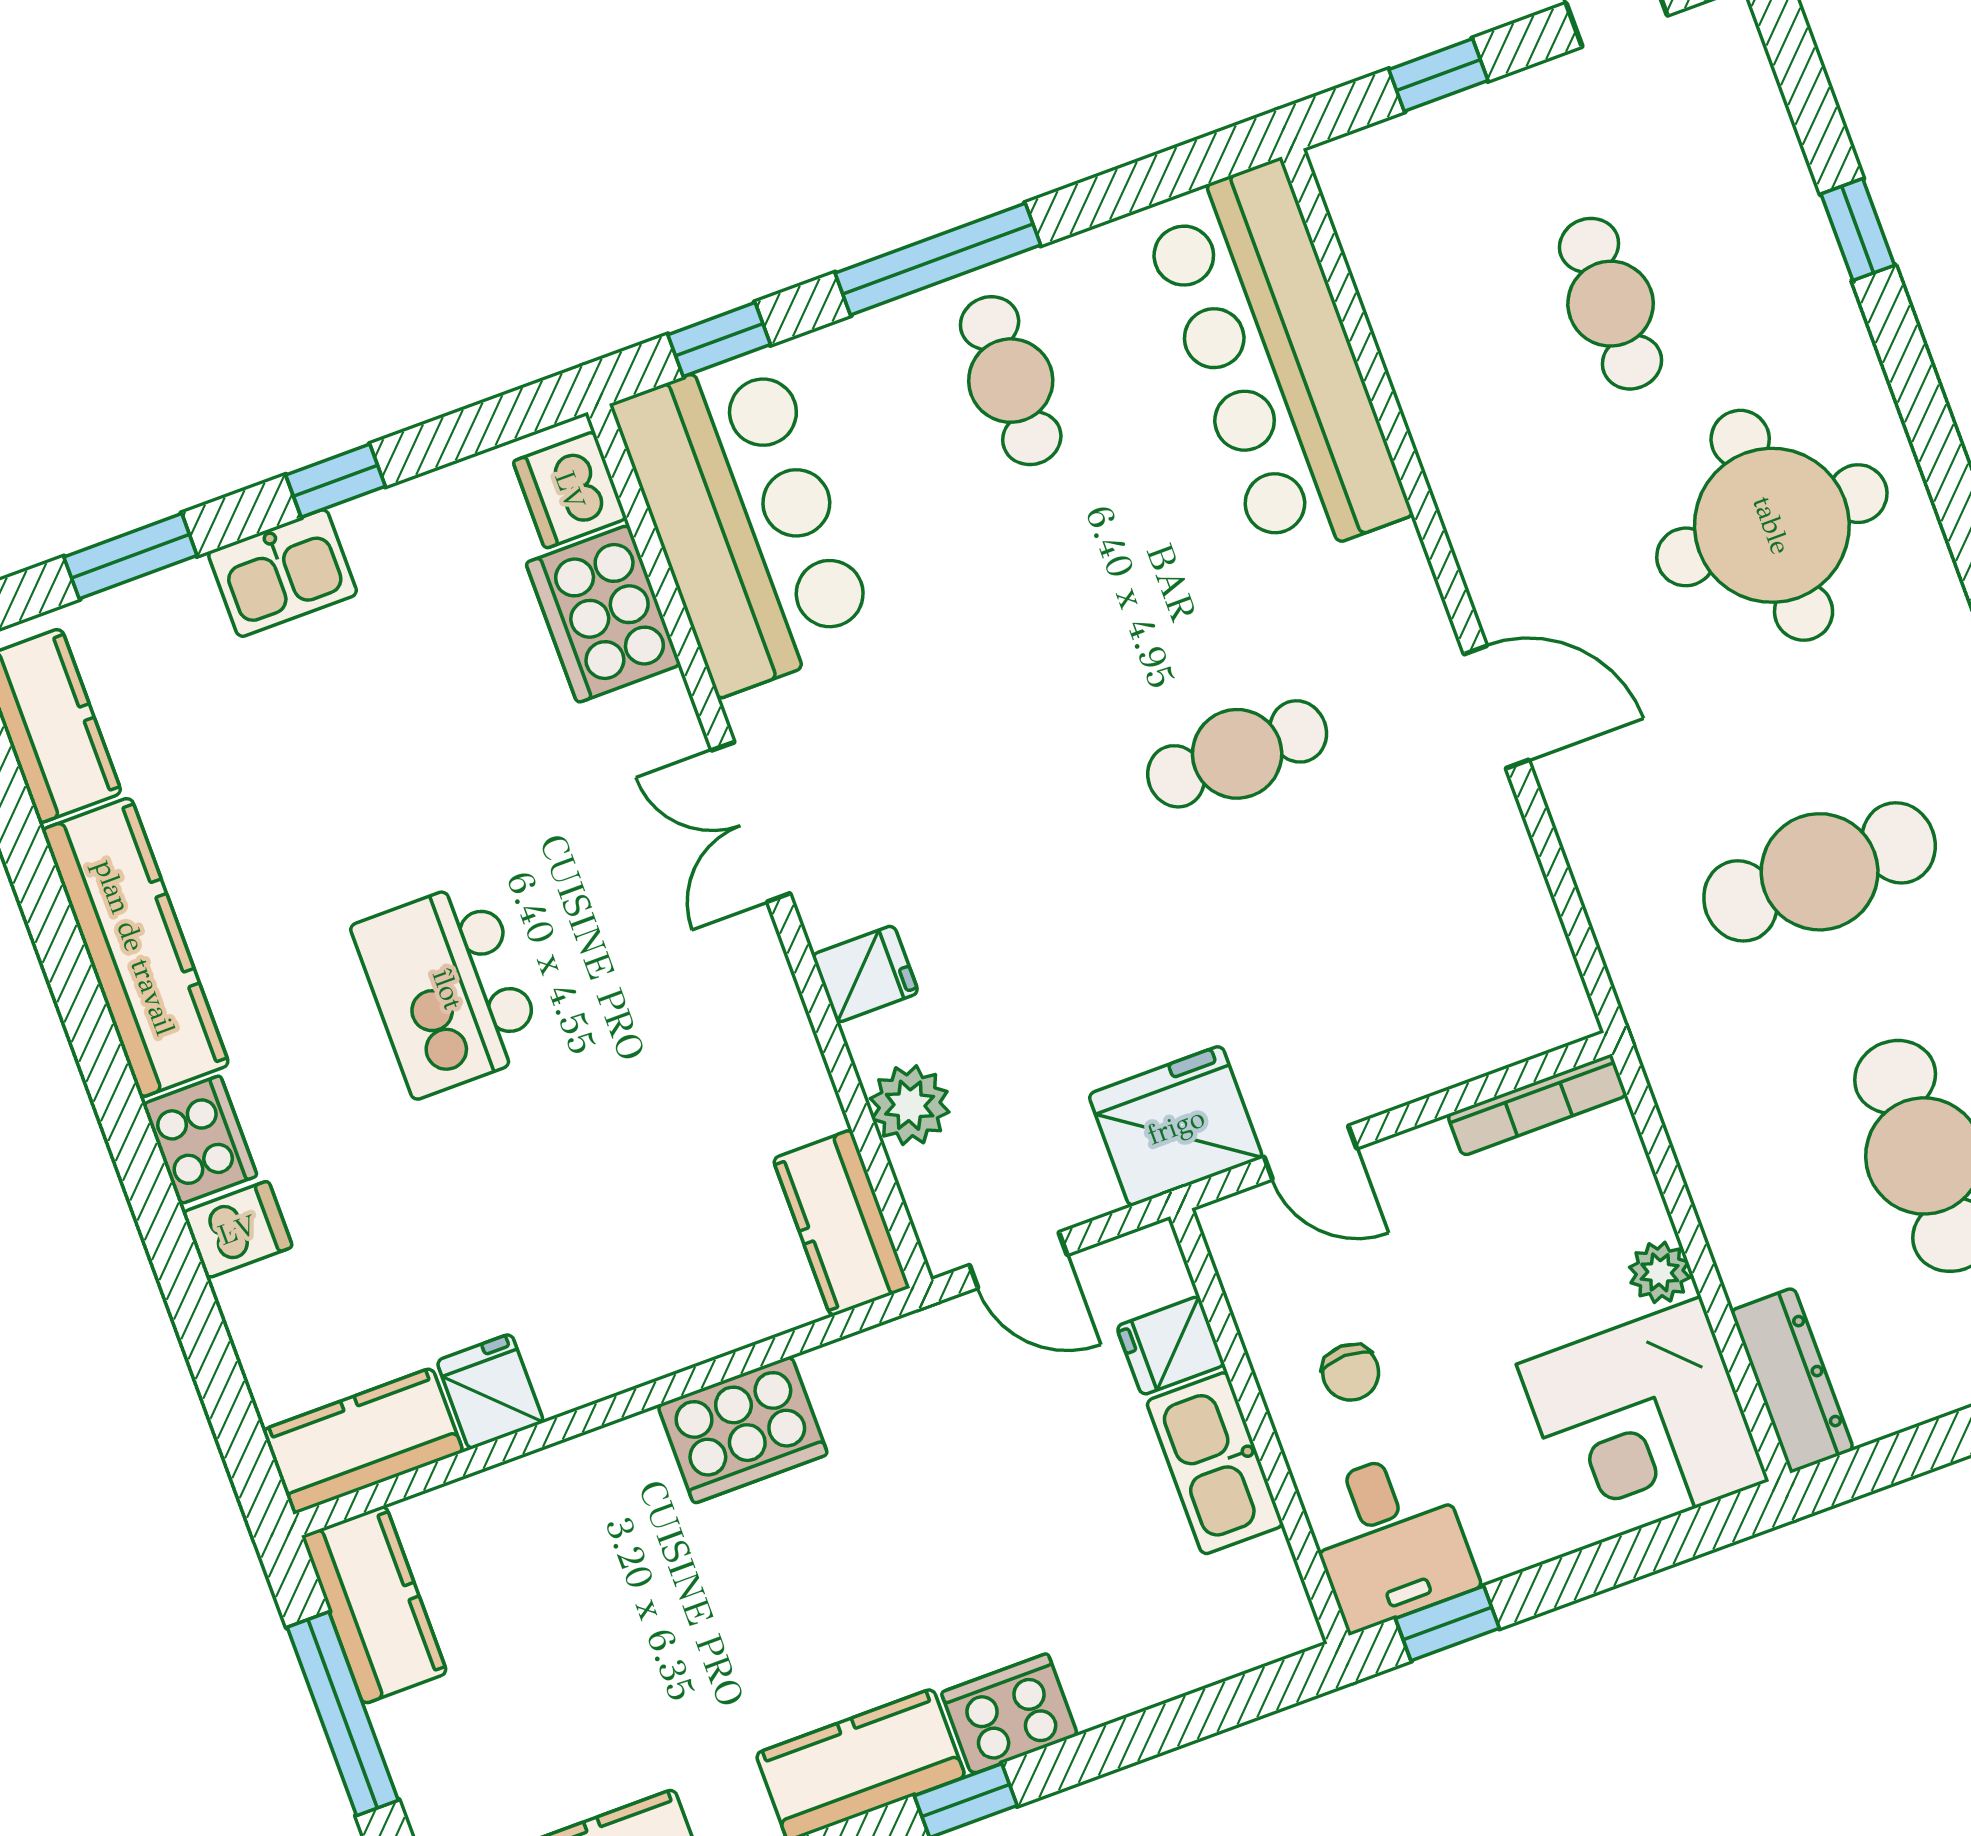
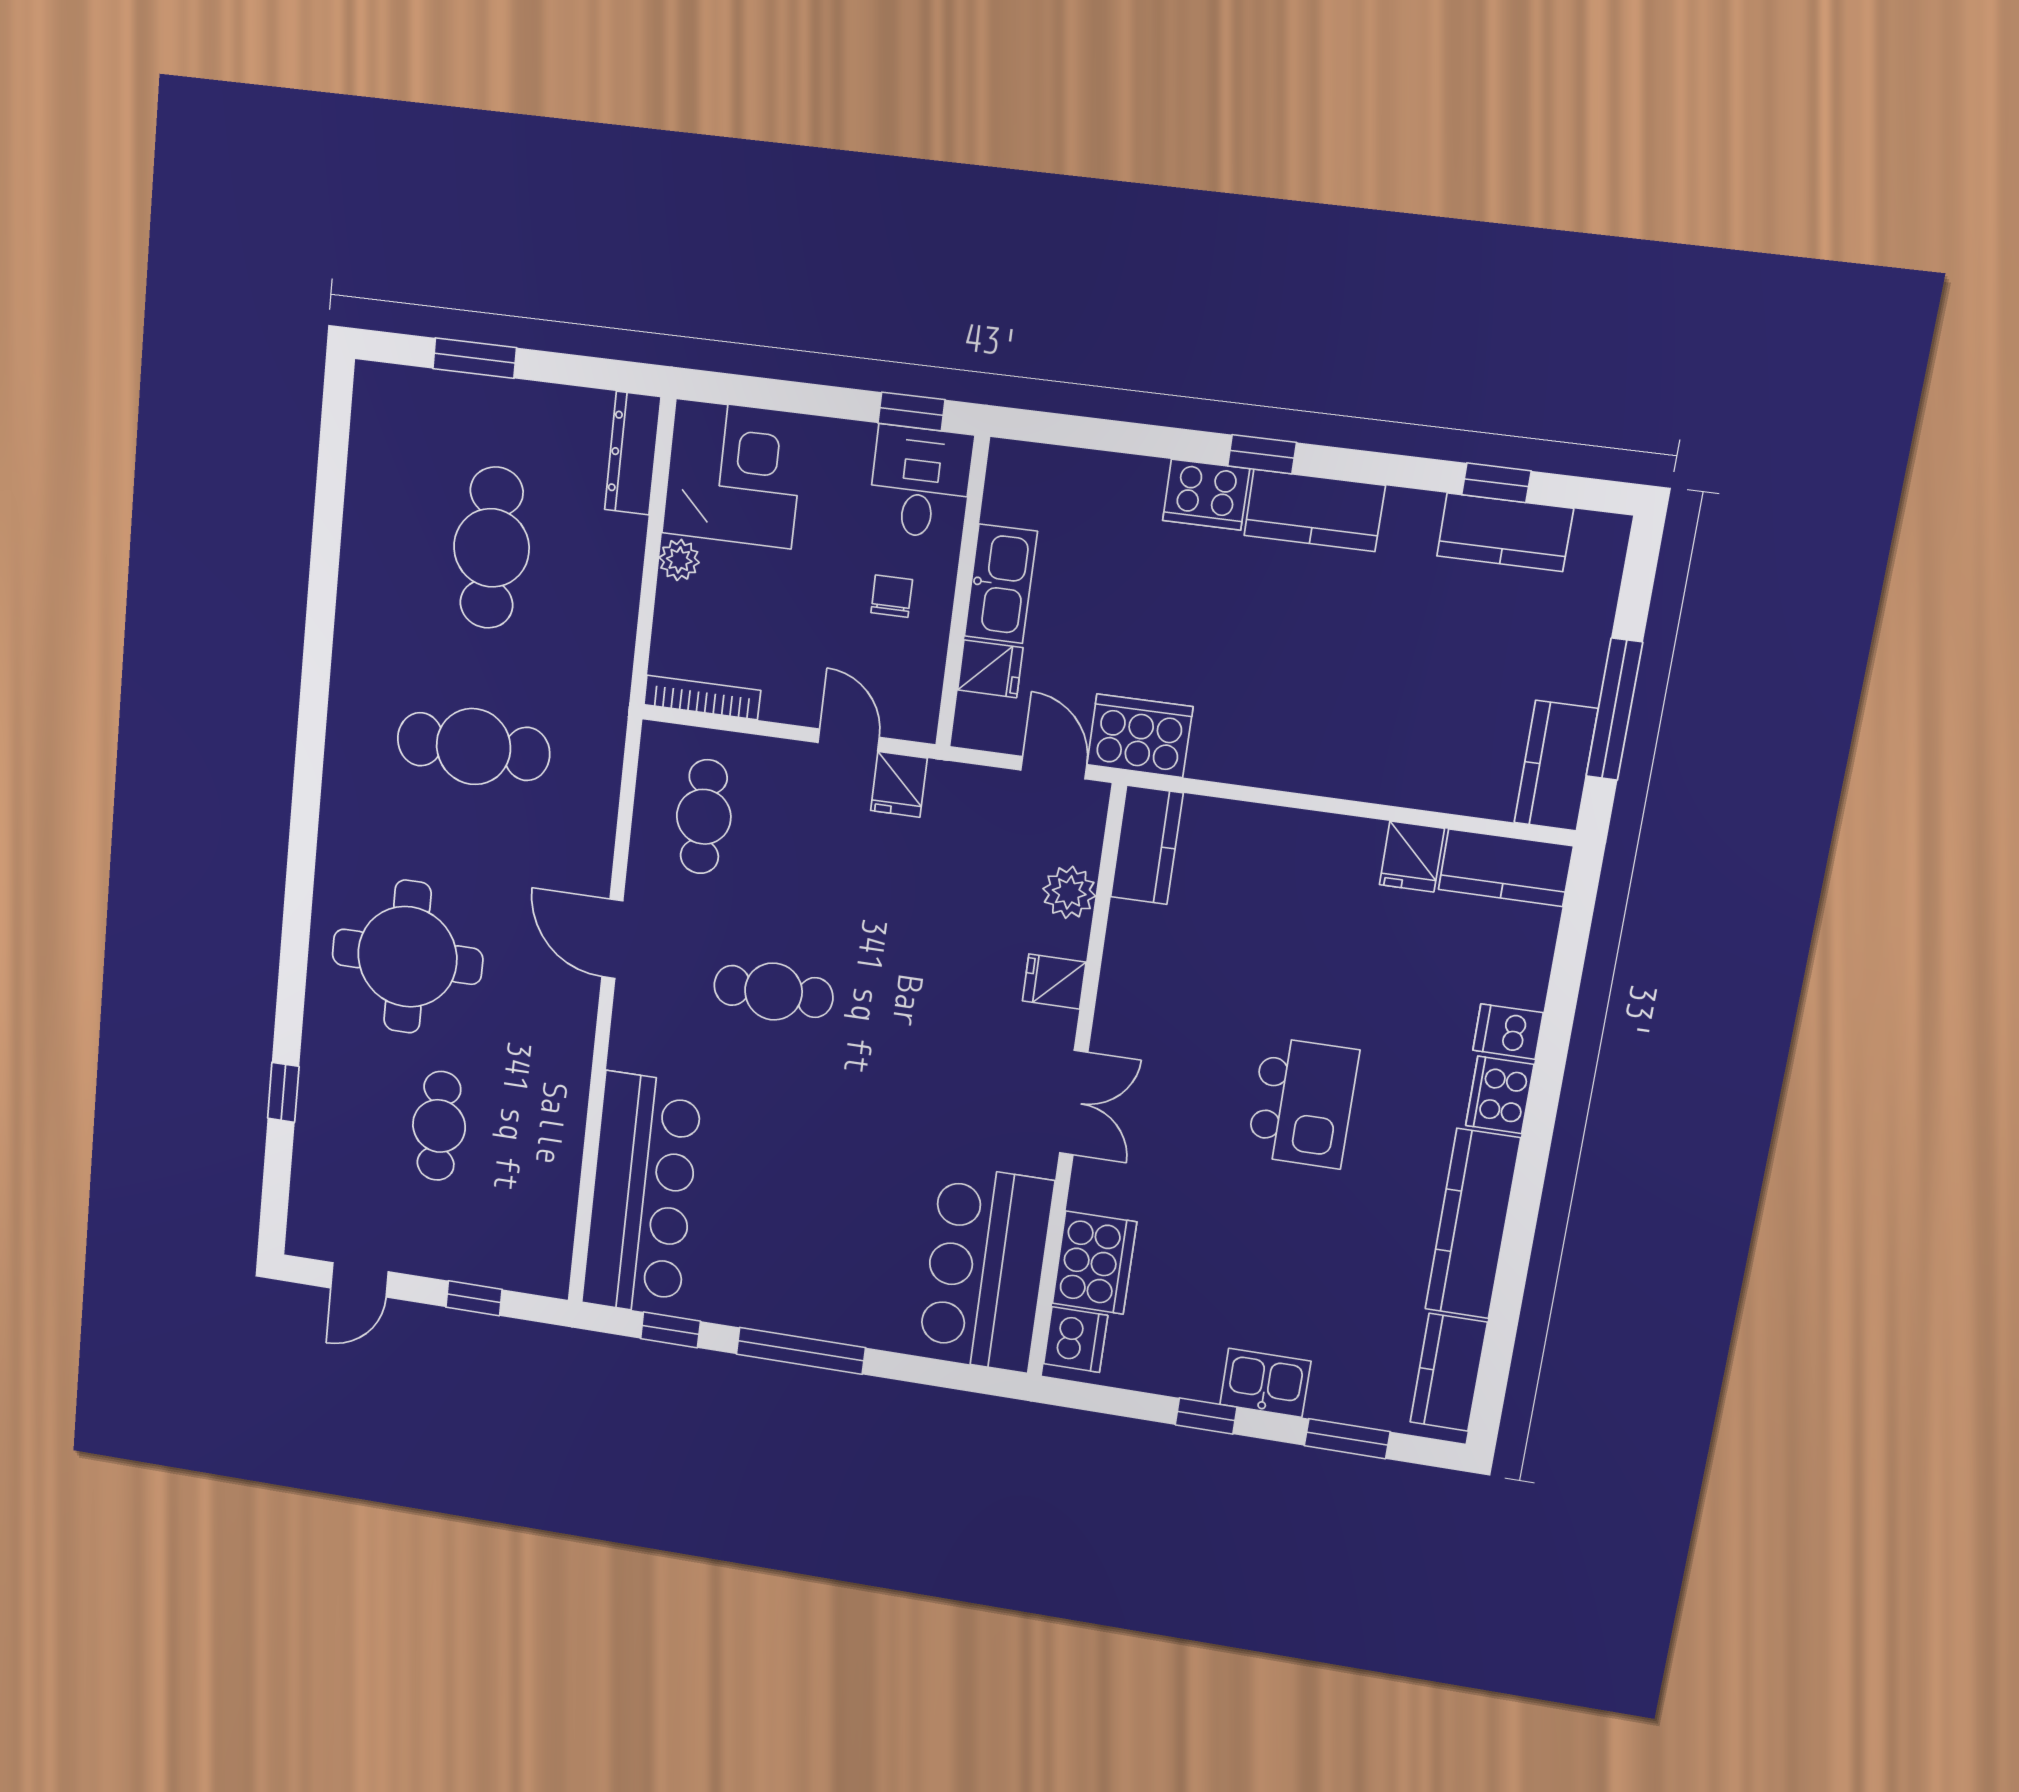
window: (719, 340) -> (670, 1330), moved
cafe table: (1011, 381) -> (704, 817), moved
fridge: (1176, 1126) -> (899, 784), width x0.53, depth x0.75
cooker: (743, 1430) -> (1140, 736), moved

